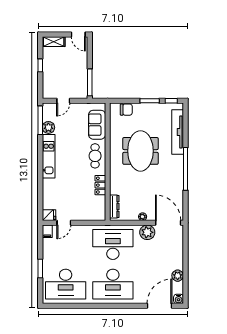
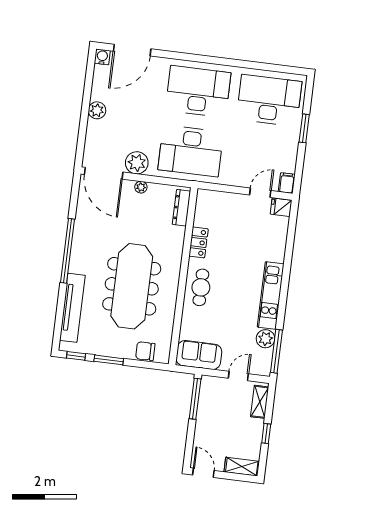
shelving: (47, 86) -> (260, 402), added
sofa: (97, 125) -> (199, 355), moved, turned -90
meeting table: (140, 151) -> (132, 286), width x1.36
plant: (178, 276) -> (97, 110), moved

